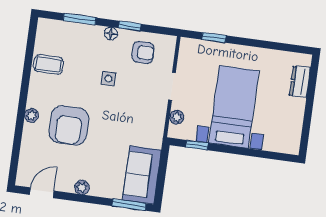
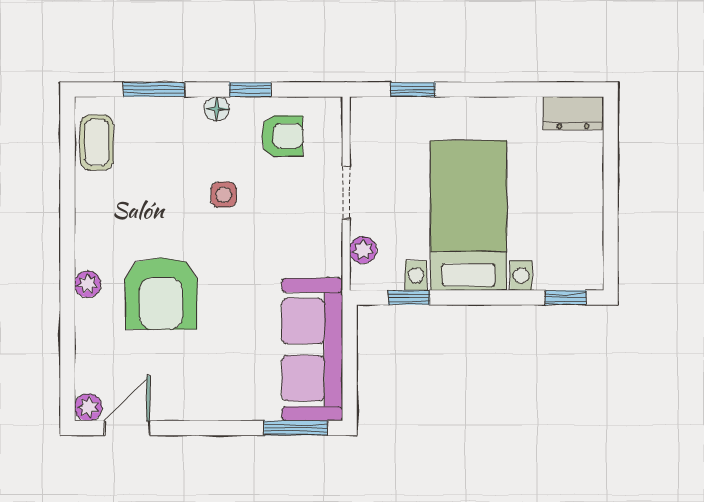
coffee table: (48, 65) -> (97, 142), moved, turned 90
dresser: (300, 82) -> (573, 113), moved, turned -90
window: (278, 156) -> (566, 298), added
sofa: (142, 175) -> (312, 350), width x1.36
plant: (82, 187) -> (88, 407), moved

